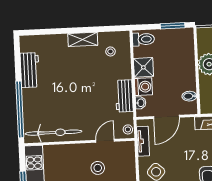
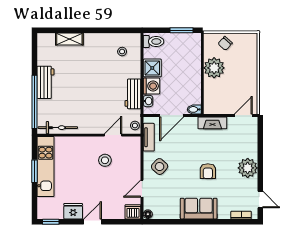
shelving: (83, 39) -> (69, 39), moved
workbench: (30, 70) -> (45, 82), moved
bidet: (189, 96) -> (194, 109), moved
bicycle: (53, 133) -> (58, 128), width x0.73, depth x0.71

